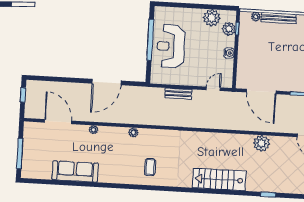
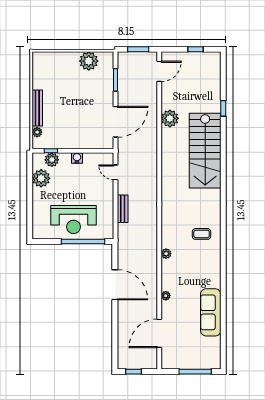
window: (150, 40) -> (83, 241), moved
stairs: (219, 179) -> (205, 151), width x1.36, depth x1.51

